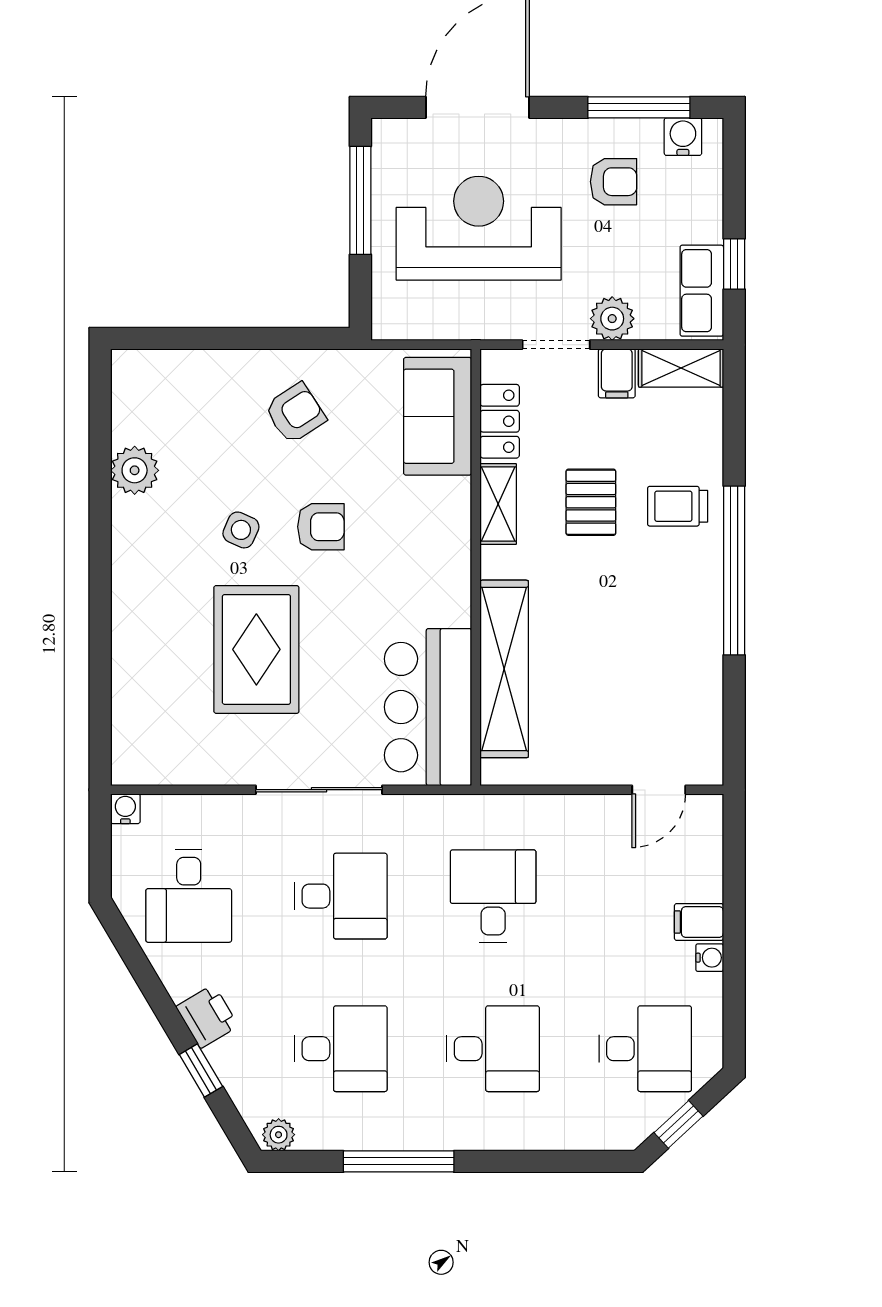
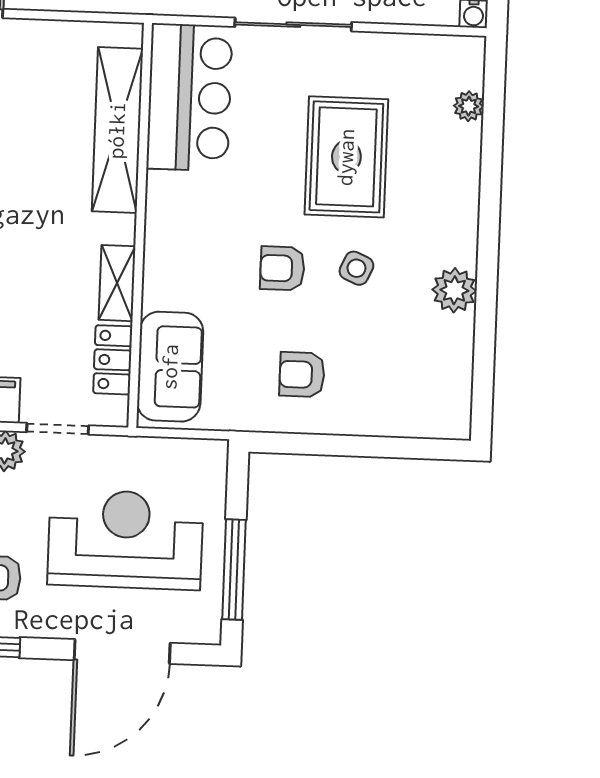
reception desk: (479, 228) -> (125, 540), turned 180
armchair: (295, 413) -> (302, 375), turned 33
plant: (135, 470) -> (454, 290), moved
pallet: (591, 502) -> (31, 281), removed
plant: (127, 709) -> (469, 106), added

